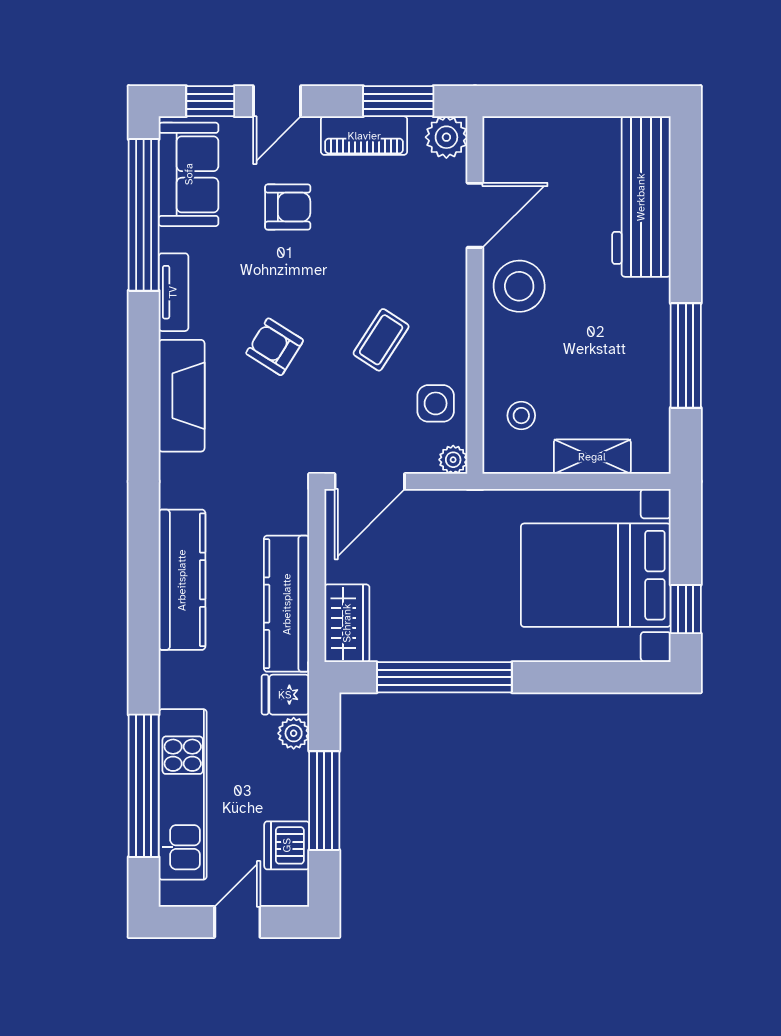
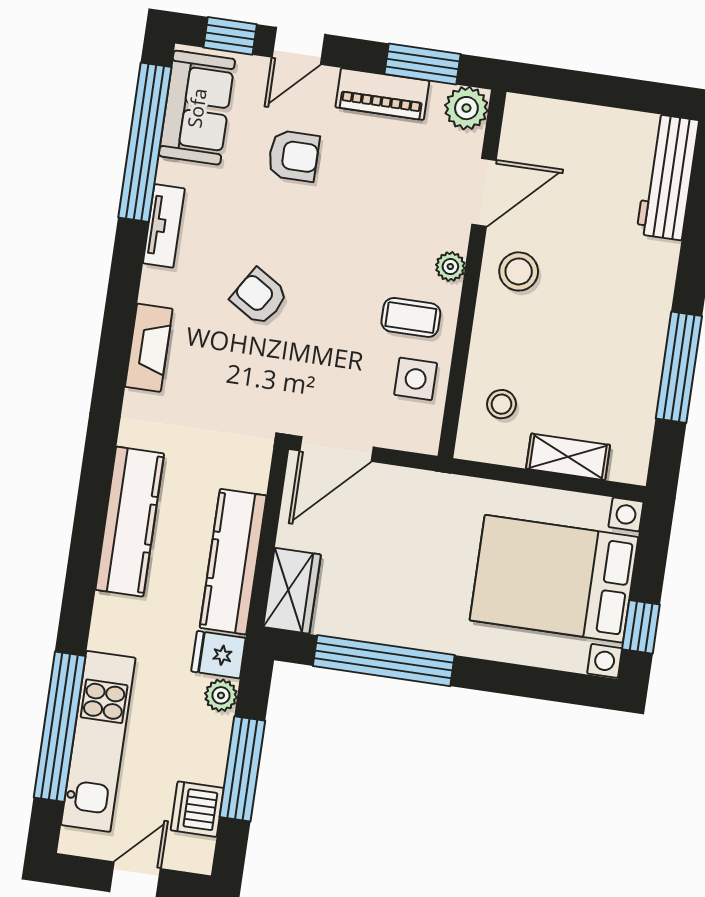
workbench: (641, 197) -> (668, 177), width x0.73, depth x0.76
stool: (519, 286) -> (519, 271), width x0.73, depth x0.73
coffee table: (381, 340) -> (411, 317), moved, turned 57
fireplace: (182, 396) -> (149, 348), width x0.73, depth x0.76
plant: (453, 460) -> (450, 267), moved

